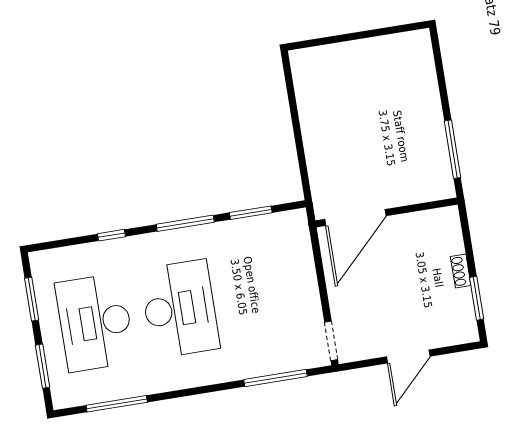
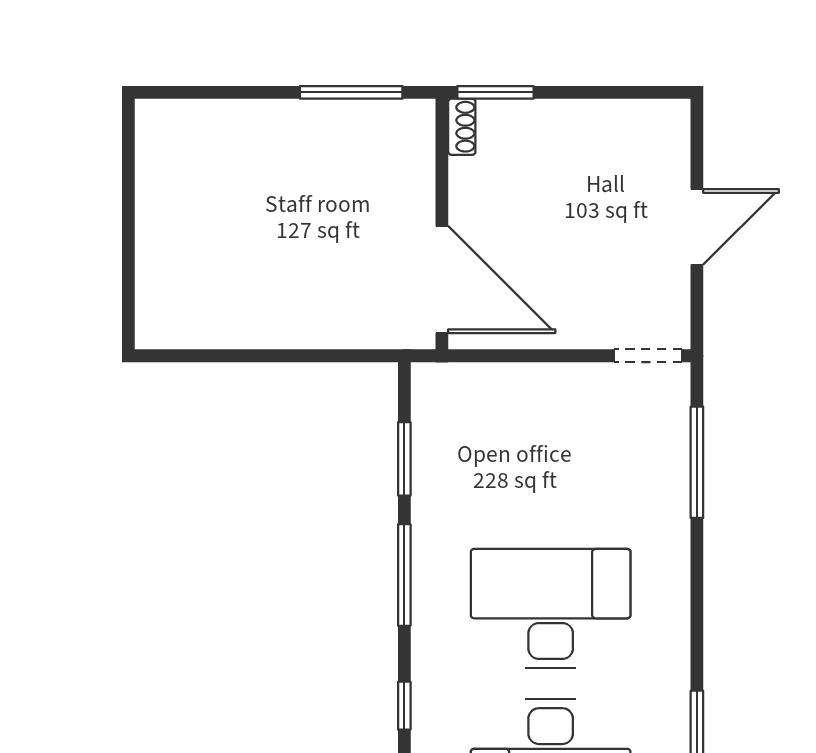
shoe rack: (461, 271) -> (462, 127), moved, turned -90
window: (477, 298) -> (495, 92), moved
door: (408, 356) -> (697, 227), hinge flipped

